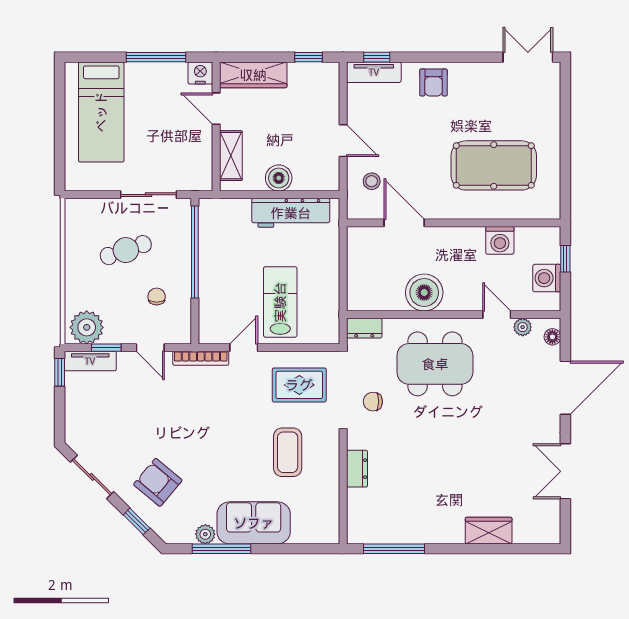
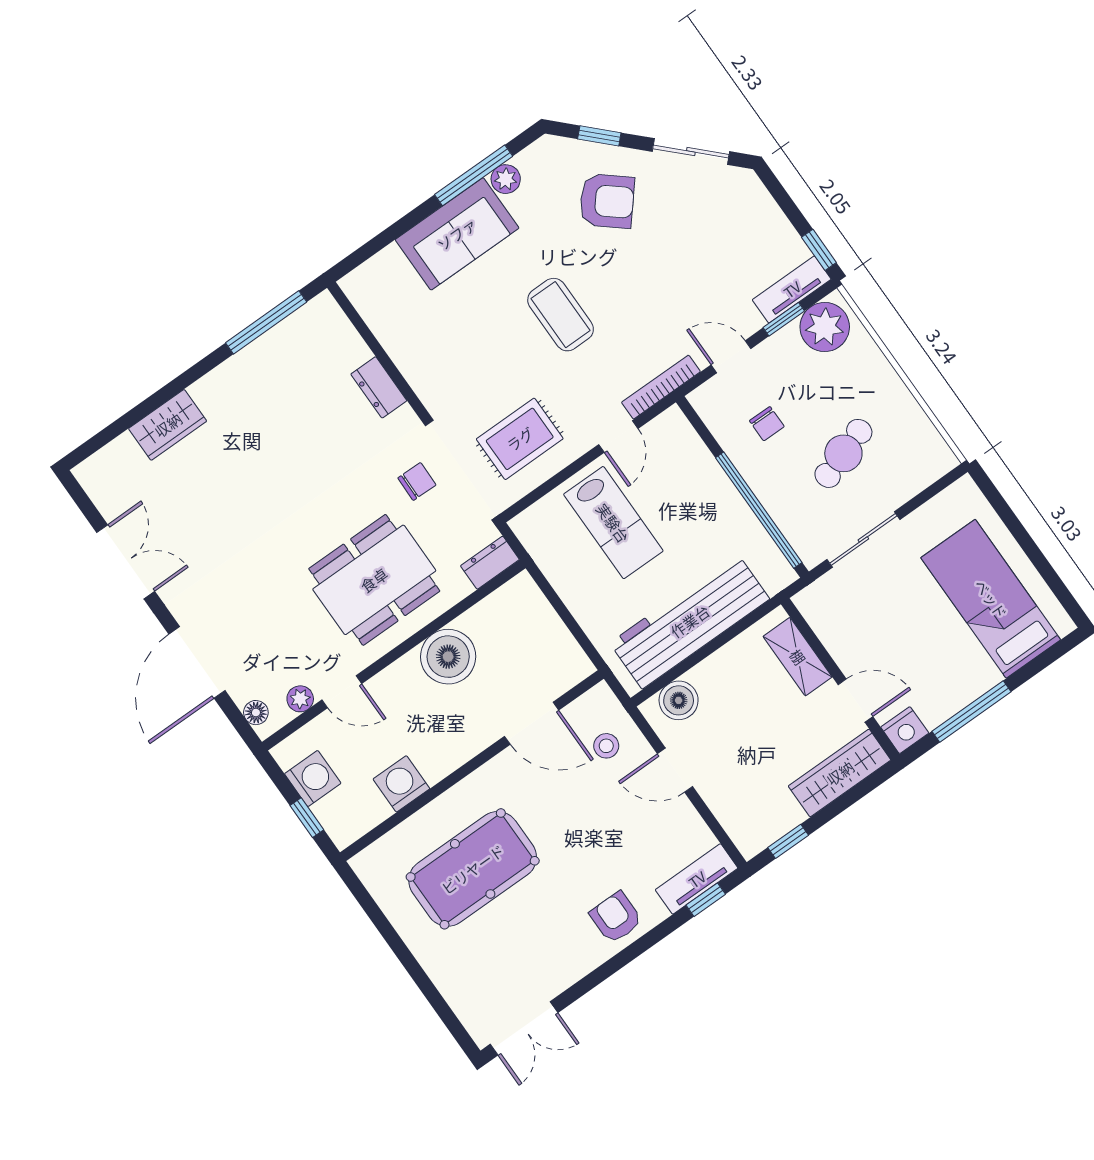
boiler: (279, 178) -> (679, 700), moved
workbench: (291, 213) -> (690, 621), width x1.36, depth x1.32
coffee table: (288, 452) -> (561, 315), moved

